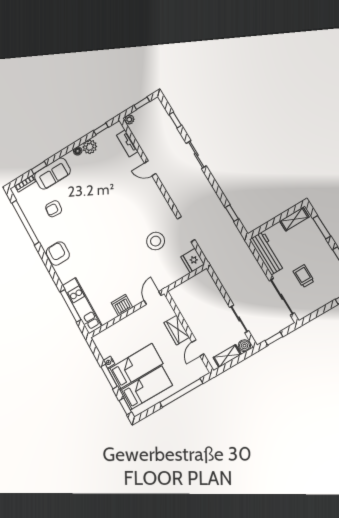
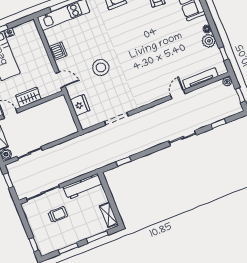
tv unit: (127, 143) -> (200, 78), width x1.41
stool: (156, 241) -> (101, 67), moved
fridge: (193, 261) -> (80, 105), moved, turned 90

